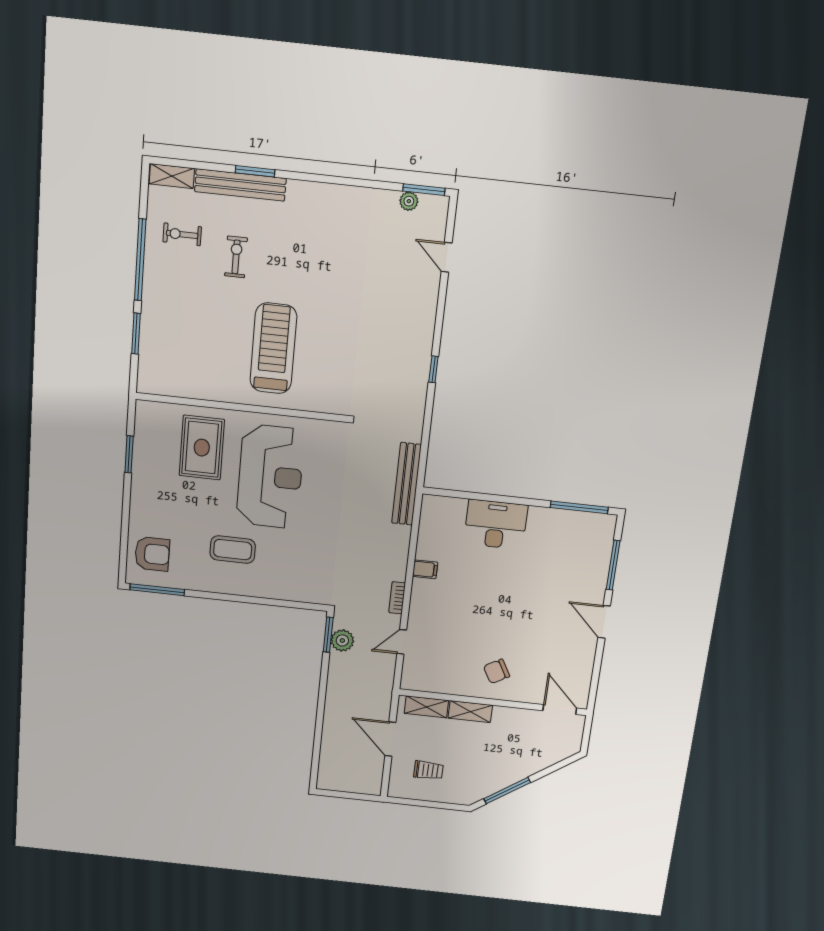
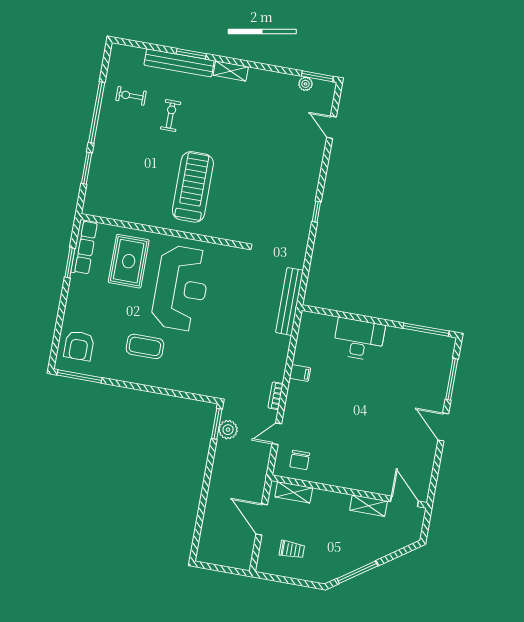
shelving: (172, 176) -> (231, 71), moved
row of seats: (144, 434) -> (84, 247), added
armchair: (152, 554) -> (79, 346), turned 90
chair: (496, 671) -> (300, 460), moved, turned -61
shelving: (470, 712) -> (369, 506), moved

